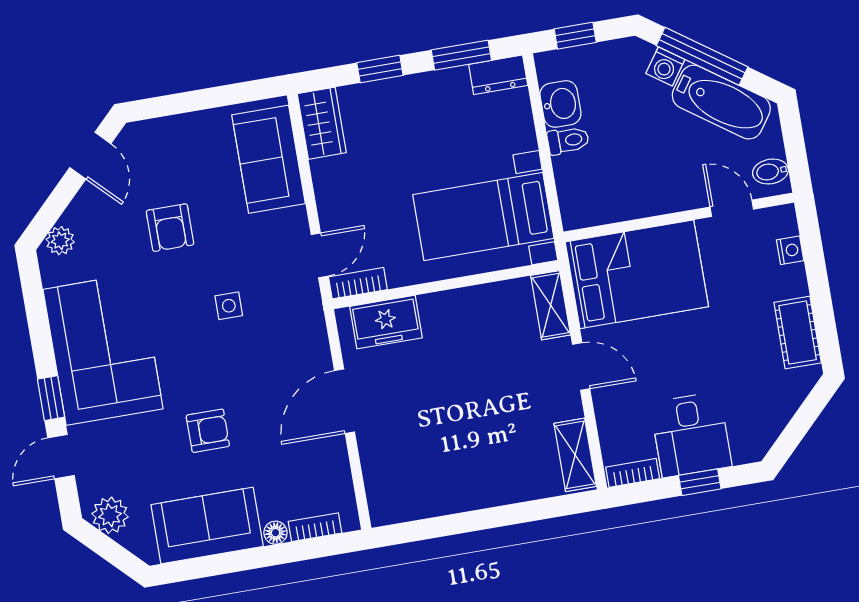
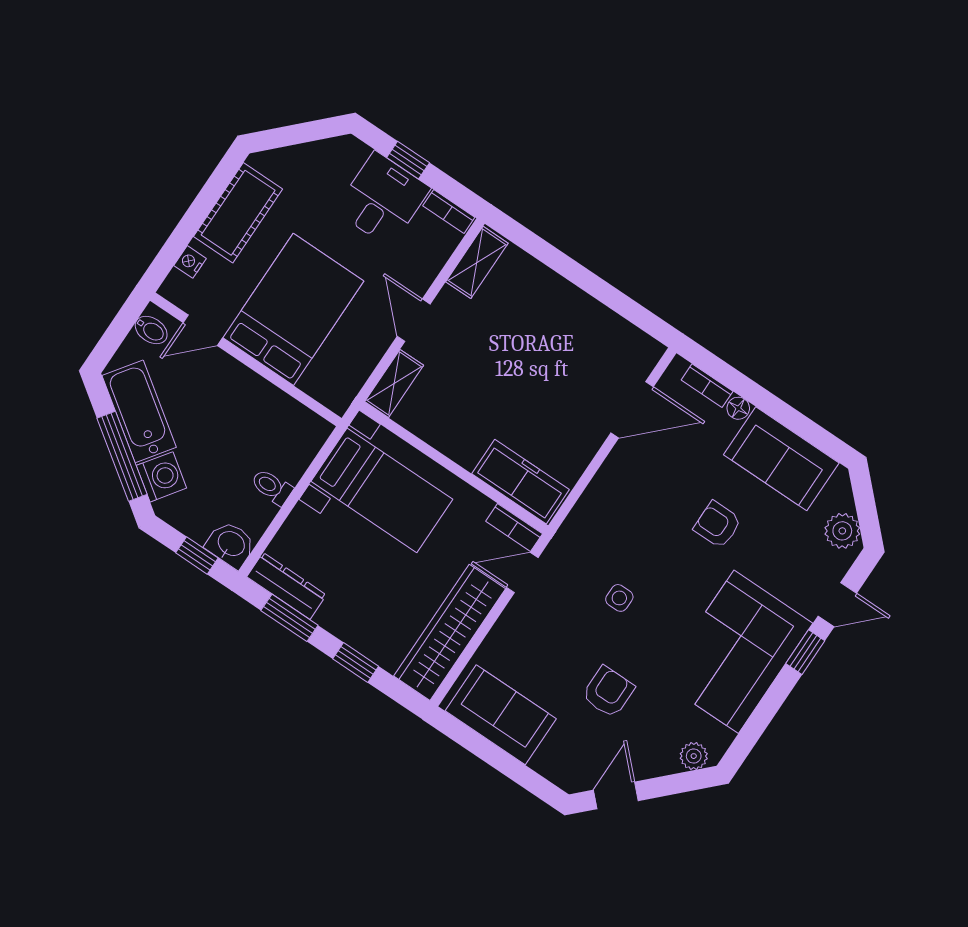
washing machine: (665, 66) -> (161, 477), width x1.38, depth x1.38
dresser: (498, 75) -> (287, 586), width x1.44
washbasin: (560, 104) -> (231, 544), moved, turned 90
wardrobe: (322, 123) -> (450, 632), width x2.10, depth x1.17
sofa: (269, 159) -> (501, 715), moved, turned -90
door: (732, 208) -> (203, 330), hinge flipped
bed: (637, 274) -> (293, 309), moved, turned 90
freezer: (386, 322) -> (520, 482), width x1.40
cot: (798, 333) -> (238, 213), width x1.37, depth x1.34
door: (344, 401) -> (632, 410), moved

